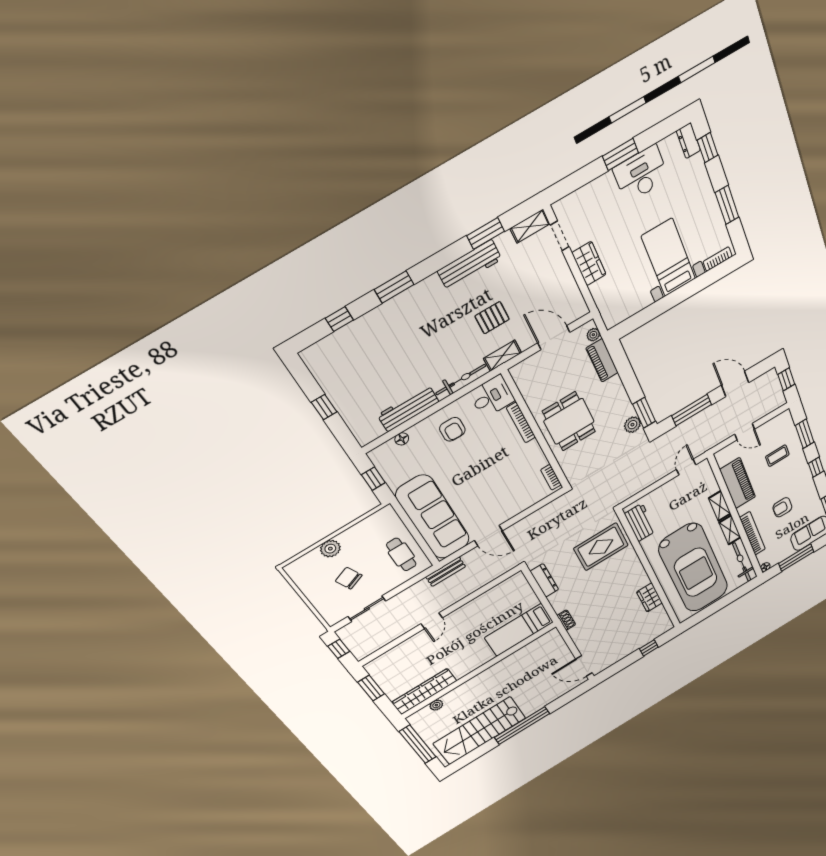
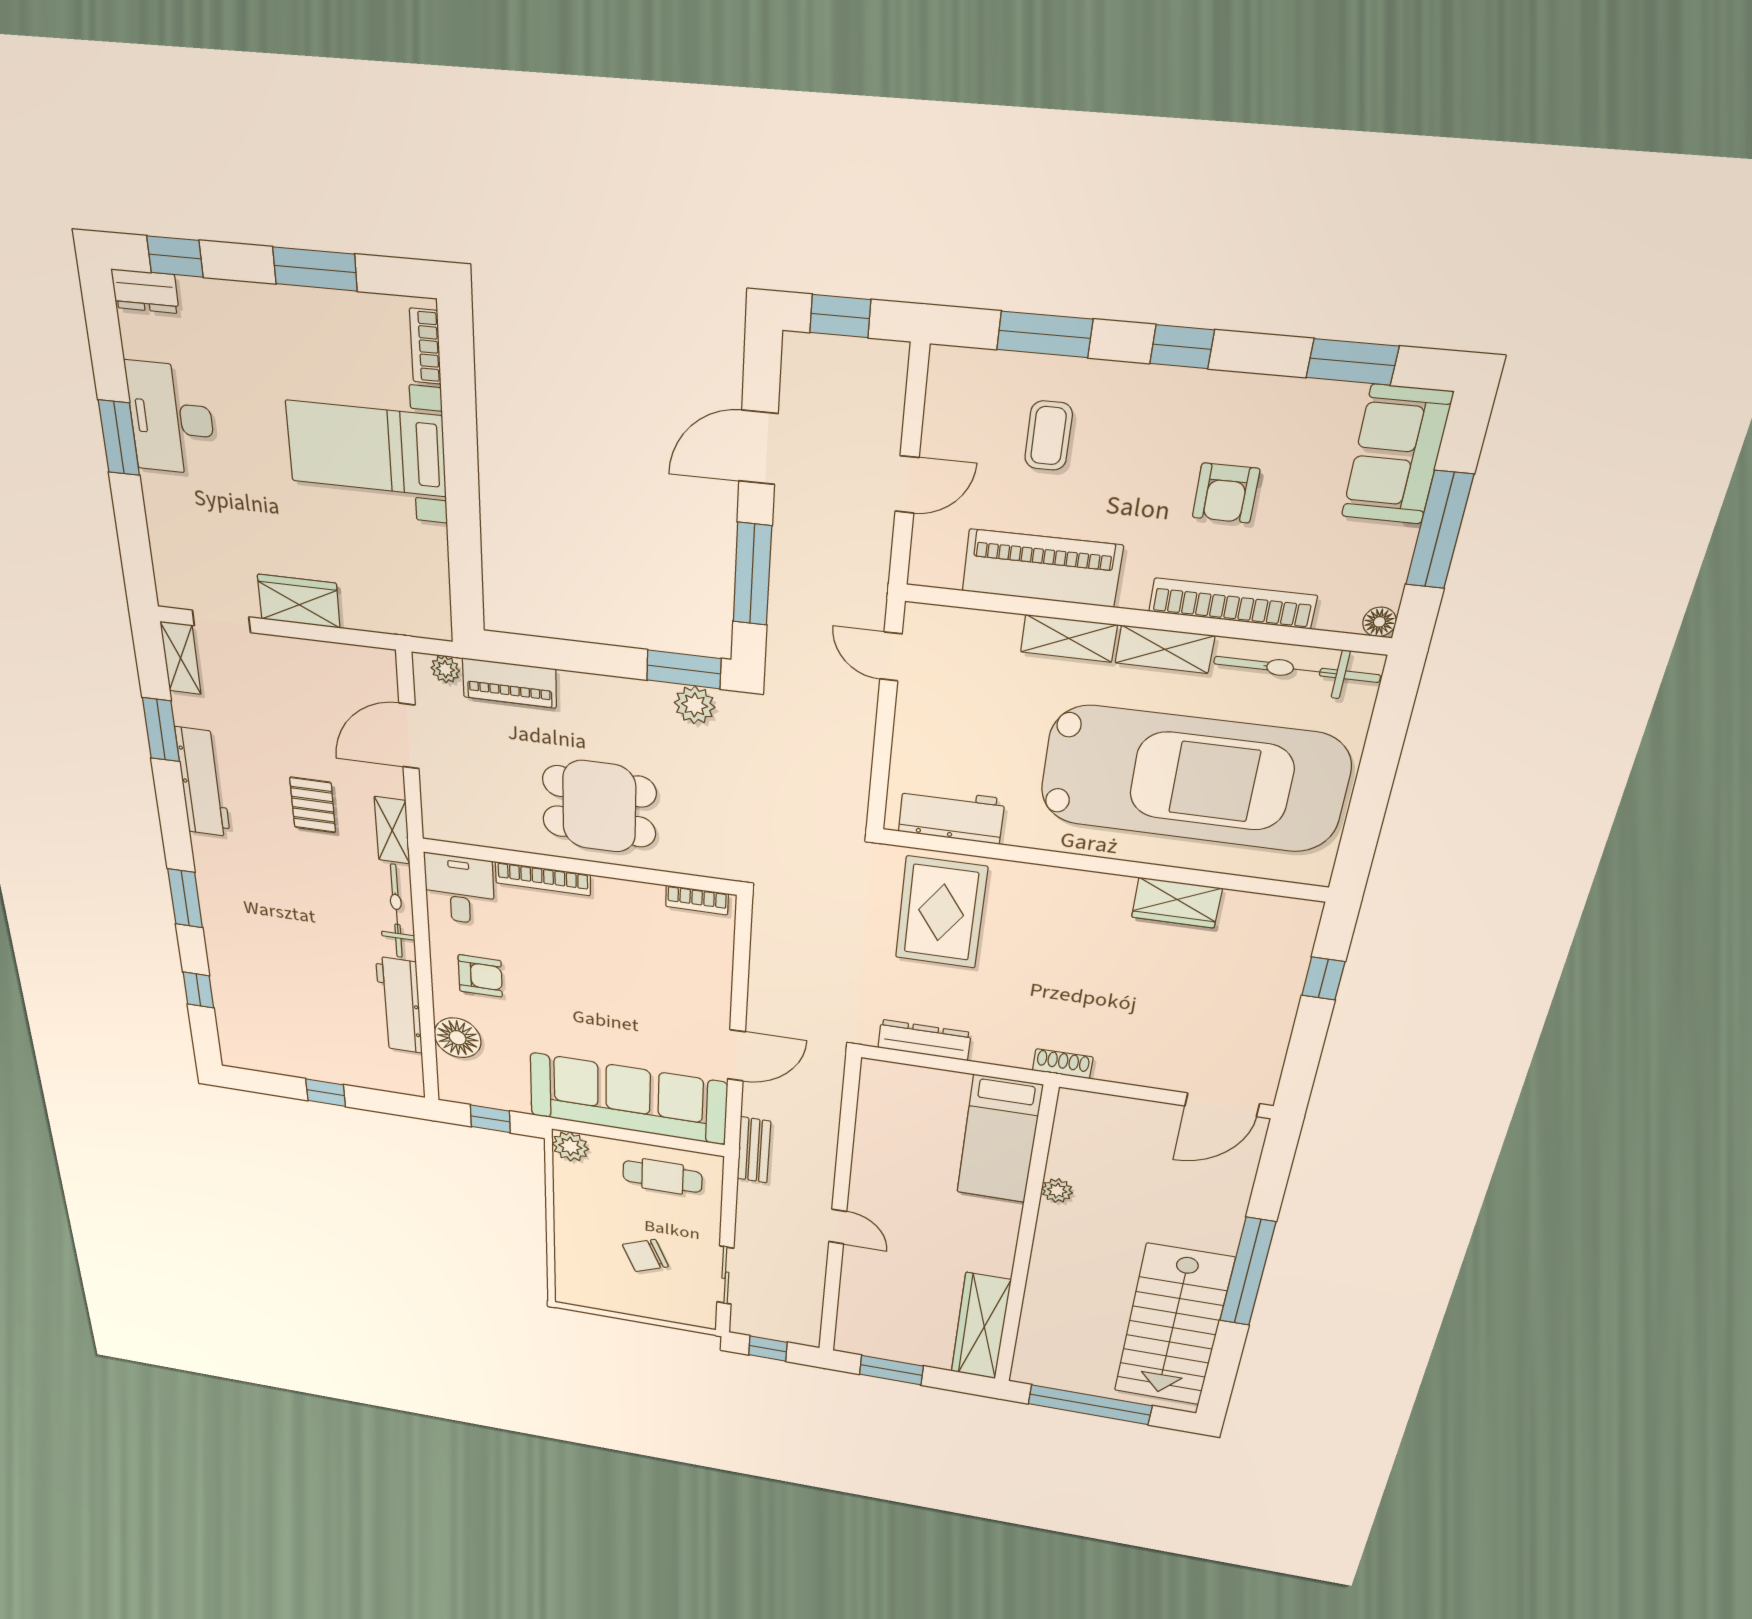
floor lamp: (402, 439) -> (458, 1038), width x1.89, depth x1.89
plant: (330, 549) -> (570, 1146), moved
plant: (436, 705) -> (1057, 1191), moved

